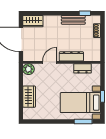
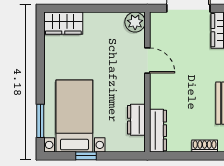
dresser: (71, 56) -> (158, 131), moved
wardrobe: (29, 97) -> (63, 23), moved

